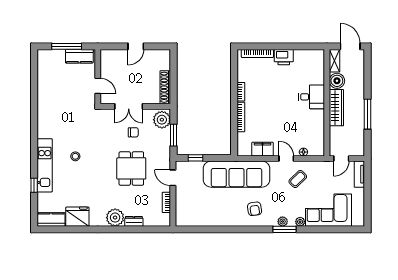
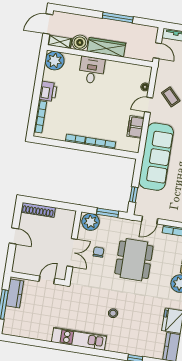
plant: (315, 59) -> (55, 61), added
shoe rack: (165, 87) -> (38, 210), moved
kitchen unit: (45, 165) -> (79, 339), moved
dining table: (131, 168) -> (134, 260), width x1.38

